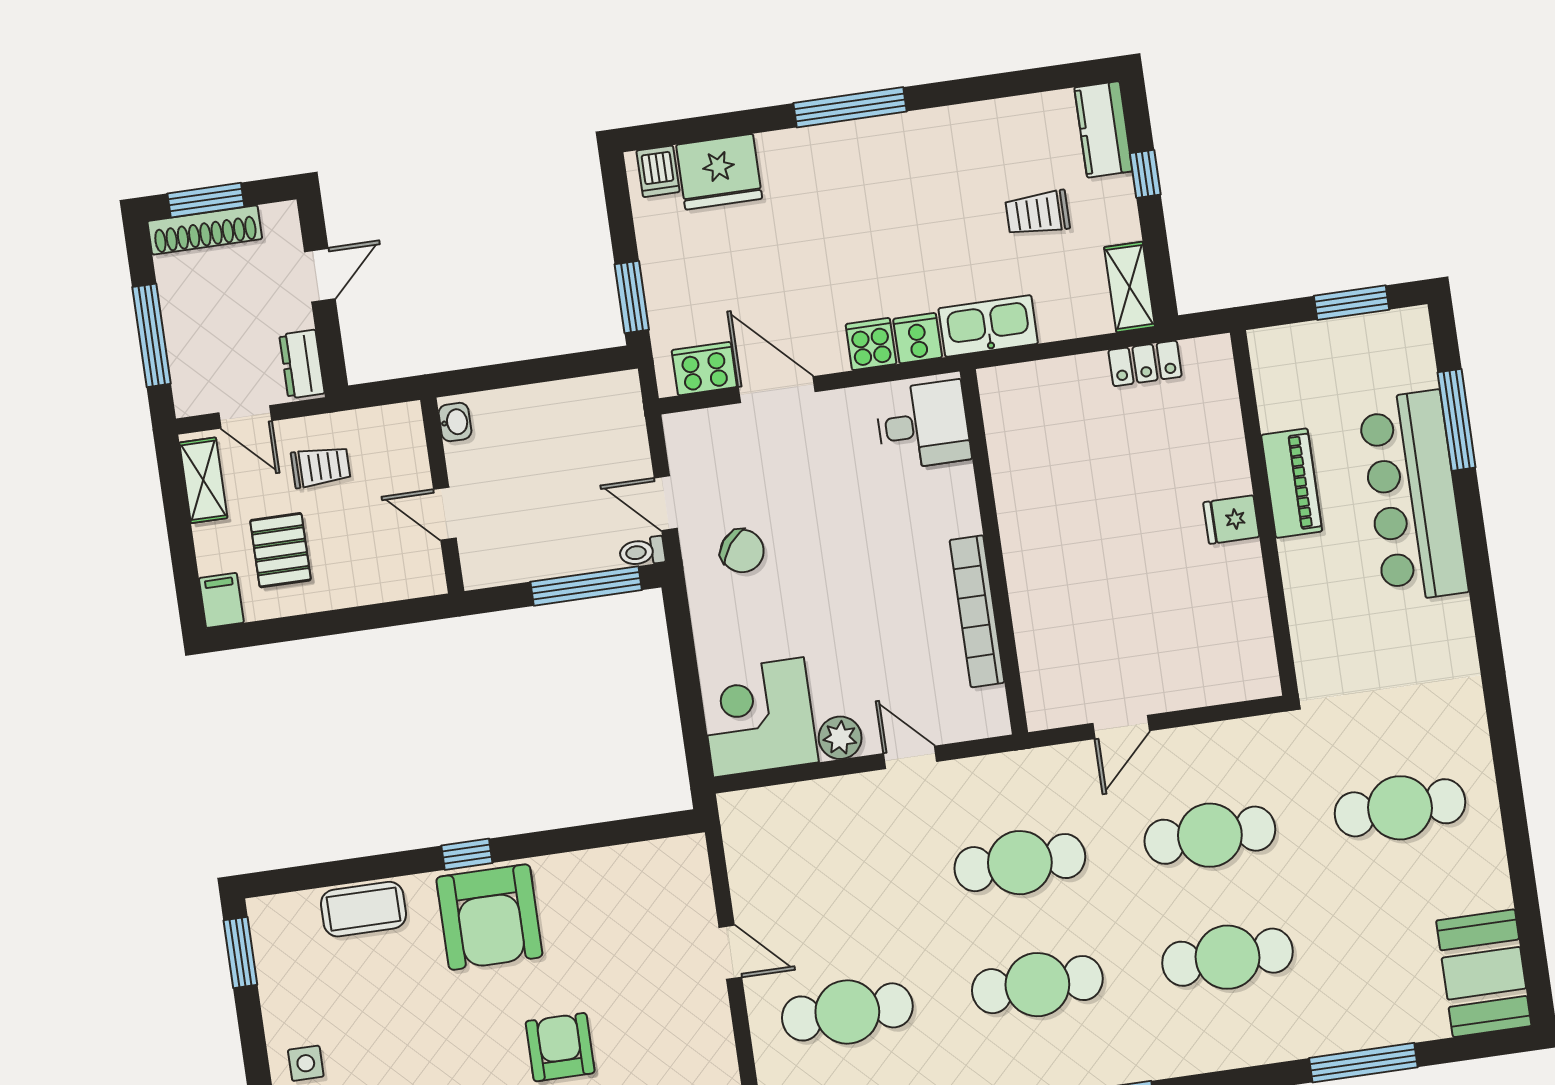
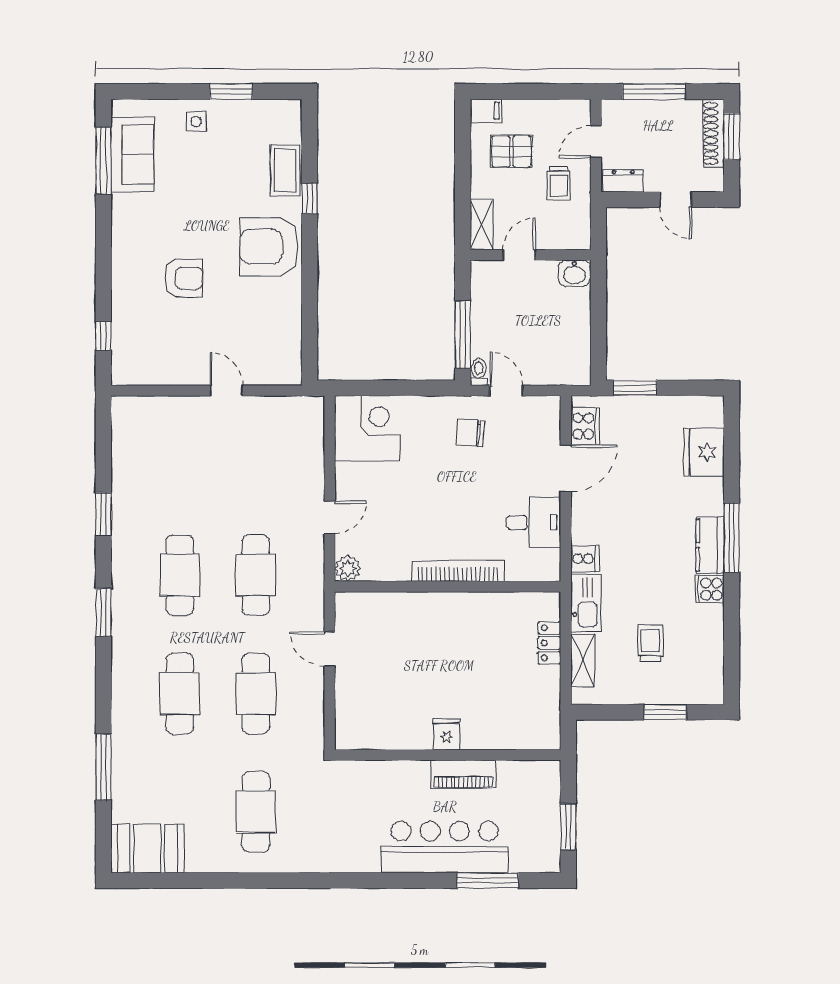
kitchen counter: (1103, 129) -> (710, 545), moved, turned -90
dishwasher: (658, 171) -> (709, 415), removed
window: (1145, 174) -> (665, 712), width x1.50
shelving: (1130, 287) -> (583, 660), moved, turned 90
cooker: (871, 344) -> (710, 589), moved, turned 180
locker: (1145, 363) -> (549, 643), moved
washbasin: (455, 422) -> (574, 273), width x1.38, depth x1.45
desk: (923, 425) -> (534, 522), moved, turned -90
shelving: (203, 480) -> (482, 225), moved, turned 90
door: (666, 503) -> (506, 391), hinge flipped
chair: (742, 551) -> (470, 433), turned 56
bookcase: (977, 611) -> (458, 571), moved
plant: (840, 738) -> (348, 568), moved
window: (467, 854) -> (309, 199), moved
door: (730, 952) -> (227, 391), swing flipped
window: (240, 953) -> (231, 92), moved
cafe table: (847, 1012) -> (180, 457), removed

